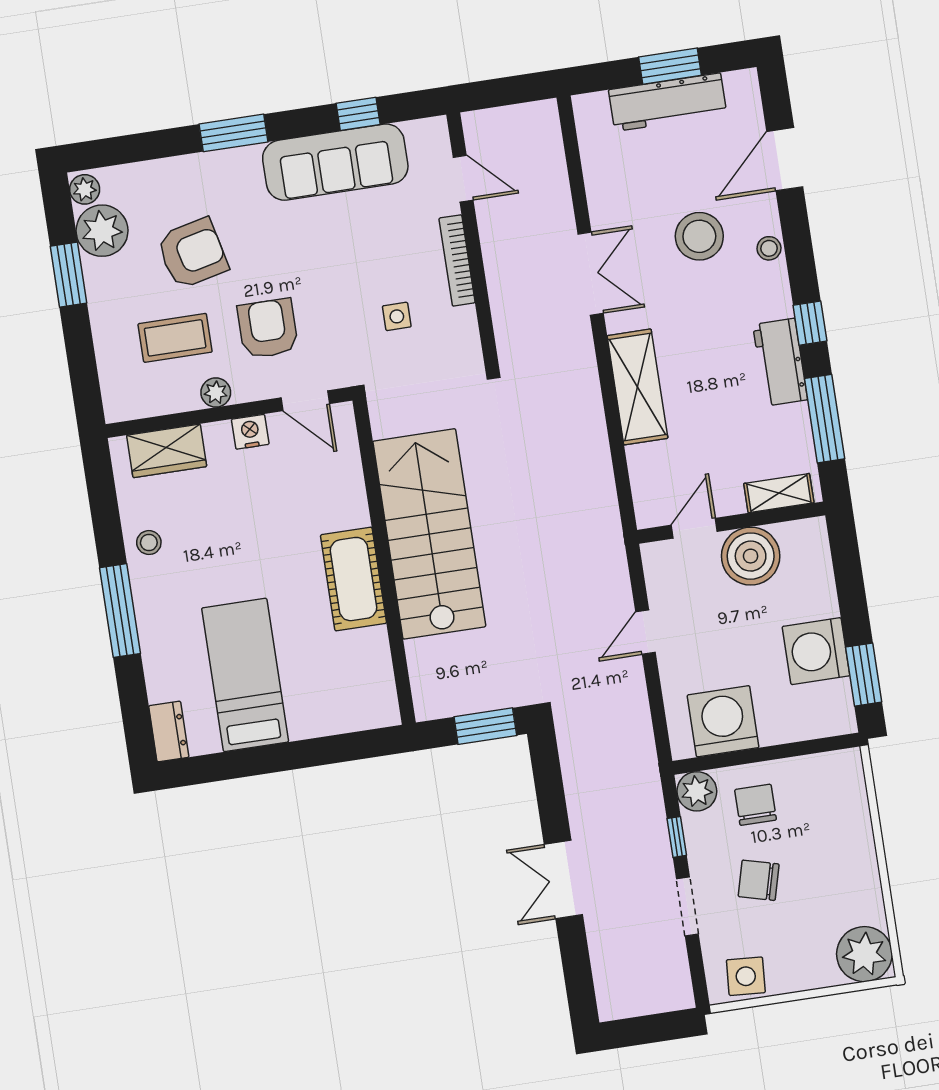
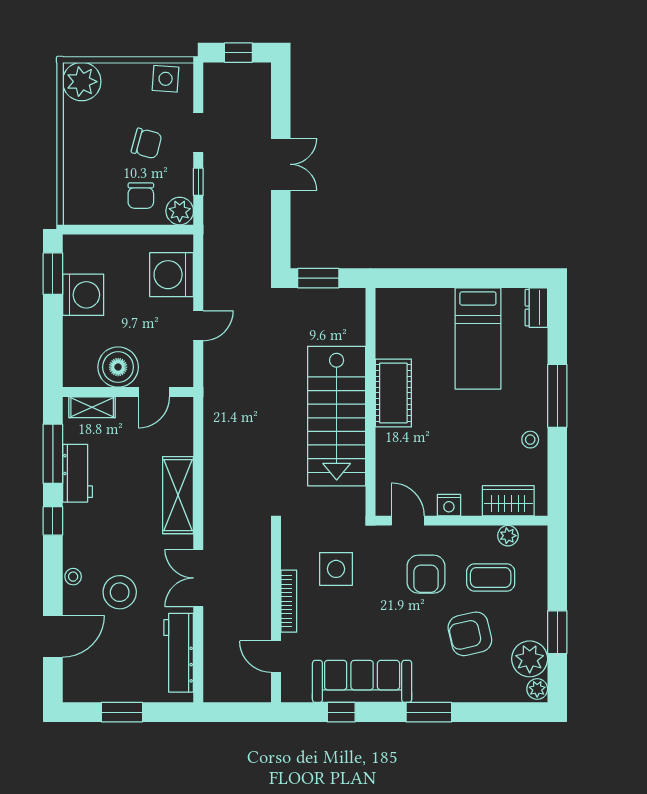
workbench: (668, 102) -> (179, 653), moved, turned -90
side table: (397, 316) -> (336, 569), width x1.87, depth x1.87
workbench: (780, 362) -> (77, 473), moved
plant: (216, 393) -> (508, 536), moved
washing machine: (723, 721) -> (172, 275), moved, turned 90
window: (648, 1029) -> (238, 53), added

